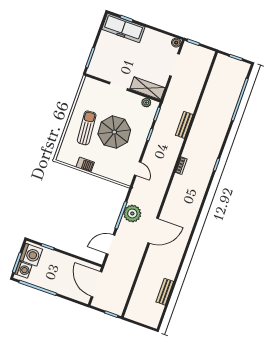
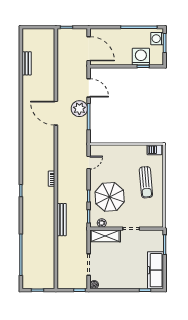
freezer: (123, 28) -> (156, 270), moved, turned -90
bench: (184, 125) -> (62, 220), width x1.36
parasol: (114, 132) -> (110, 197), moved
barbecue: (85, 165) -> (154, 150), moved
door: (138, 169) -> (89, 163), swing flipped
plant: (132, 213) -> (79, 109), moved
door: (153, 231) -> (56, 113), hinge flipped
door: (111, 244) -> (89, 88), hinge flipped
washing machine: (31, 255) -> (141, 57), moved, turned 90

